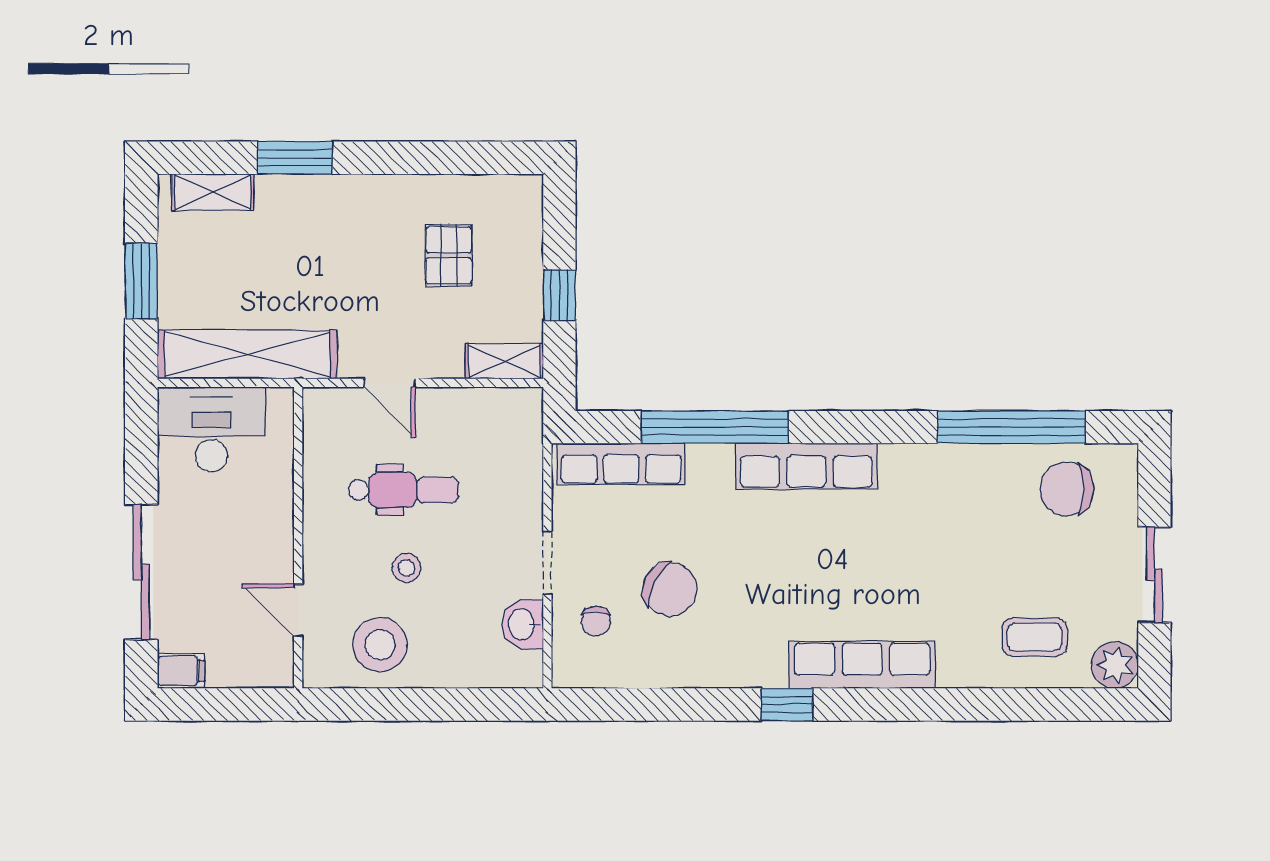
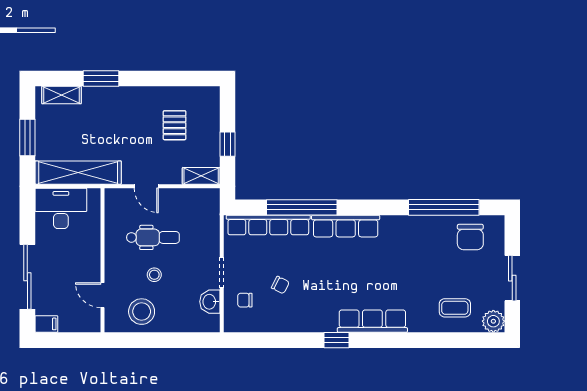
row of seats: (621, 464) -> (268, 225), width x1.36
chair: (1067, 489) -> (470, 237), turned -90
chair: (670, 589) -> (280, 285), width x0.54, depth x0.54
chair: (596, 621) -> (245, 300), turned 90

